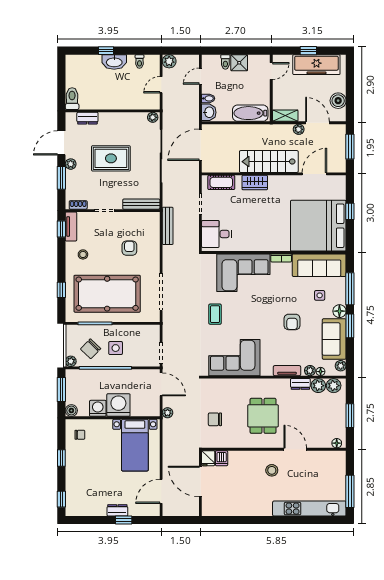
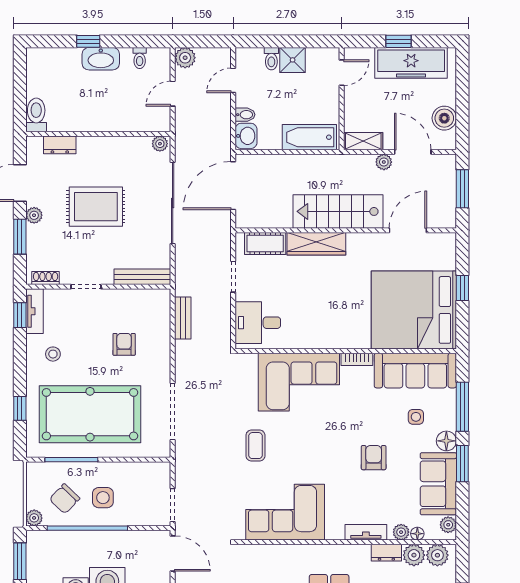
wardrobe: (255, 183) -> (316, 244), width x1.50
bench: (168, 226) -> (183, 318), width x0.73
armchair: (292, 322) -> (374, 458), turned 180

